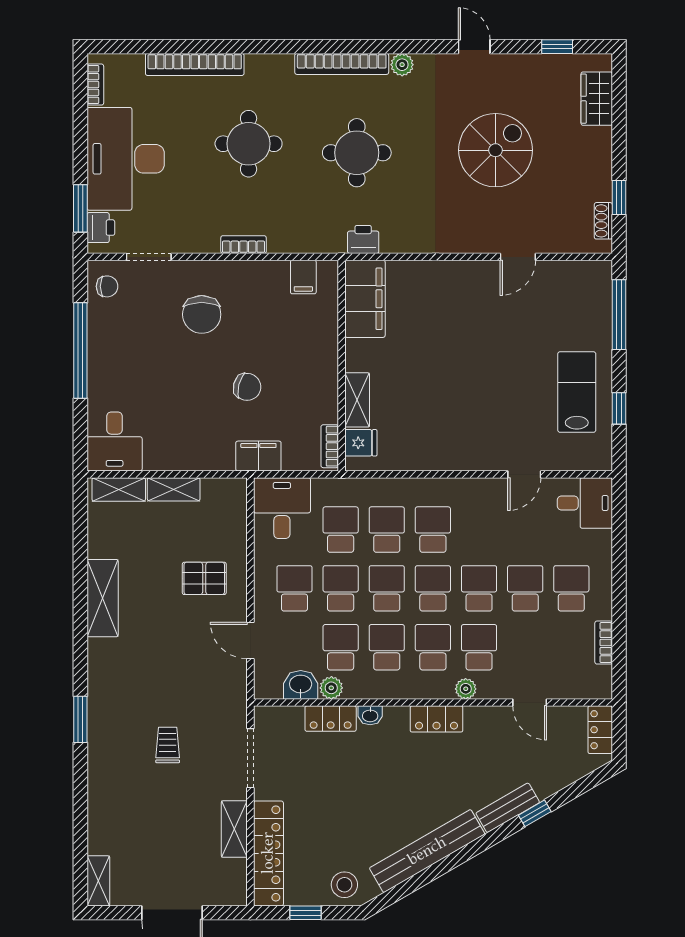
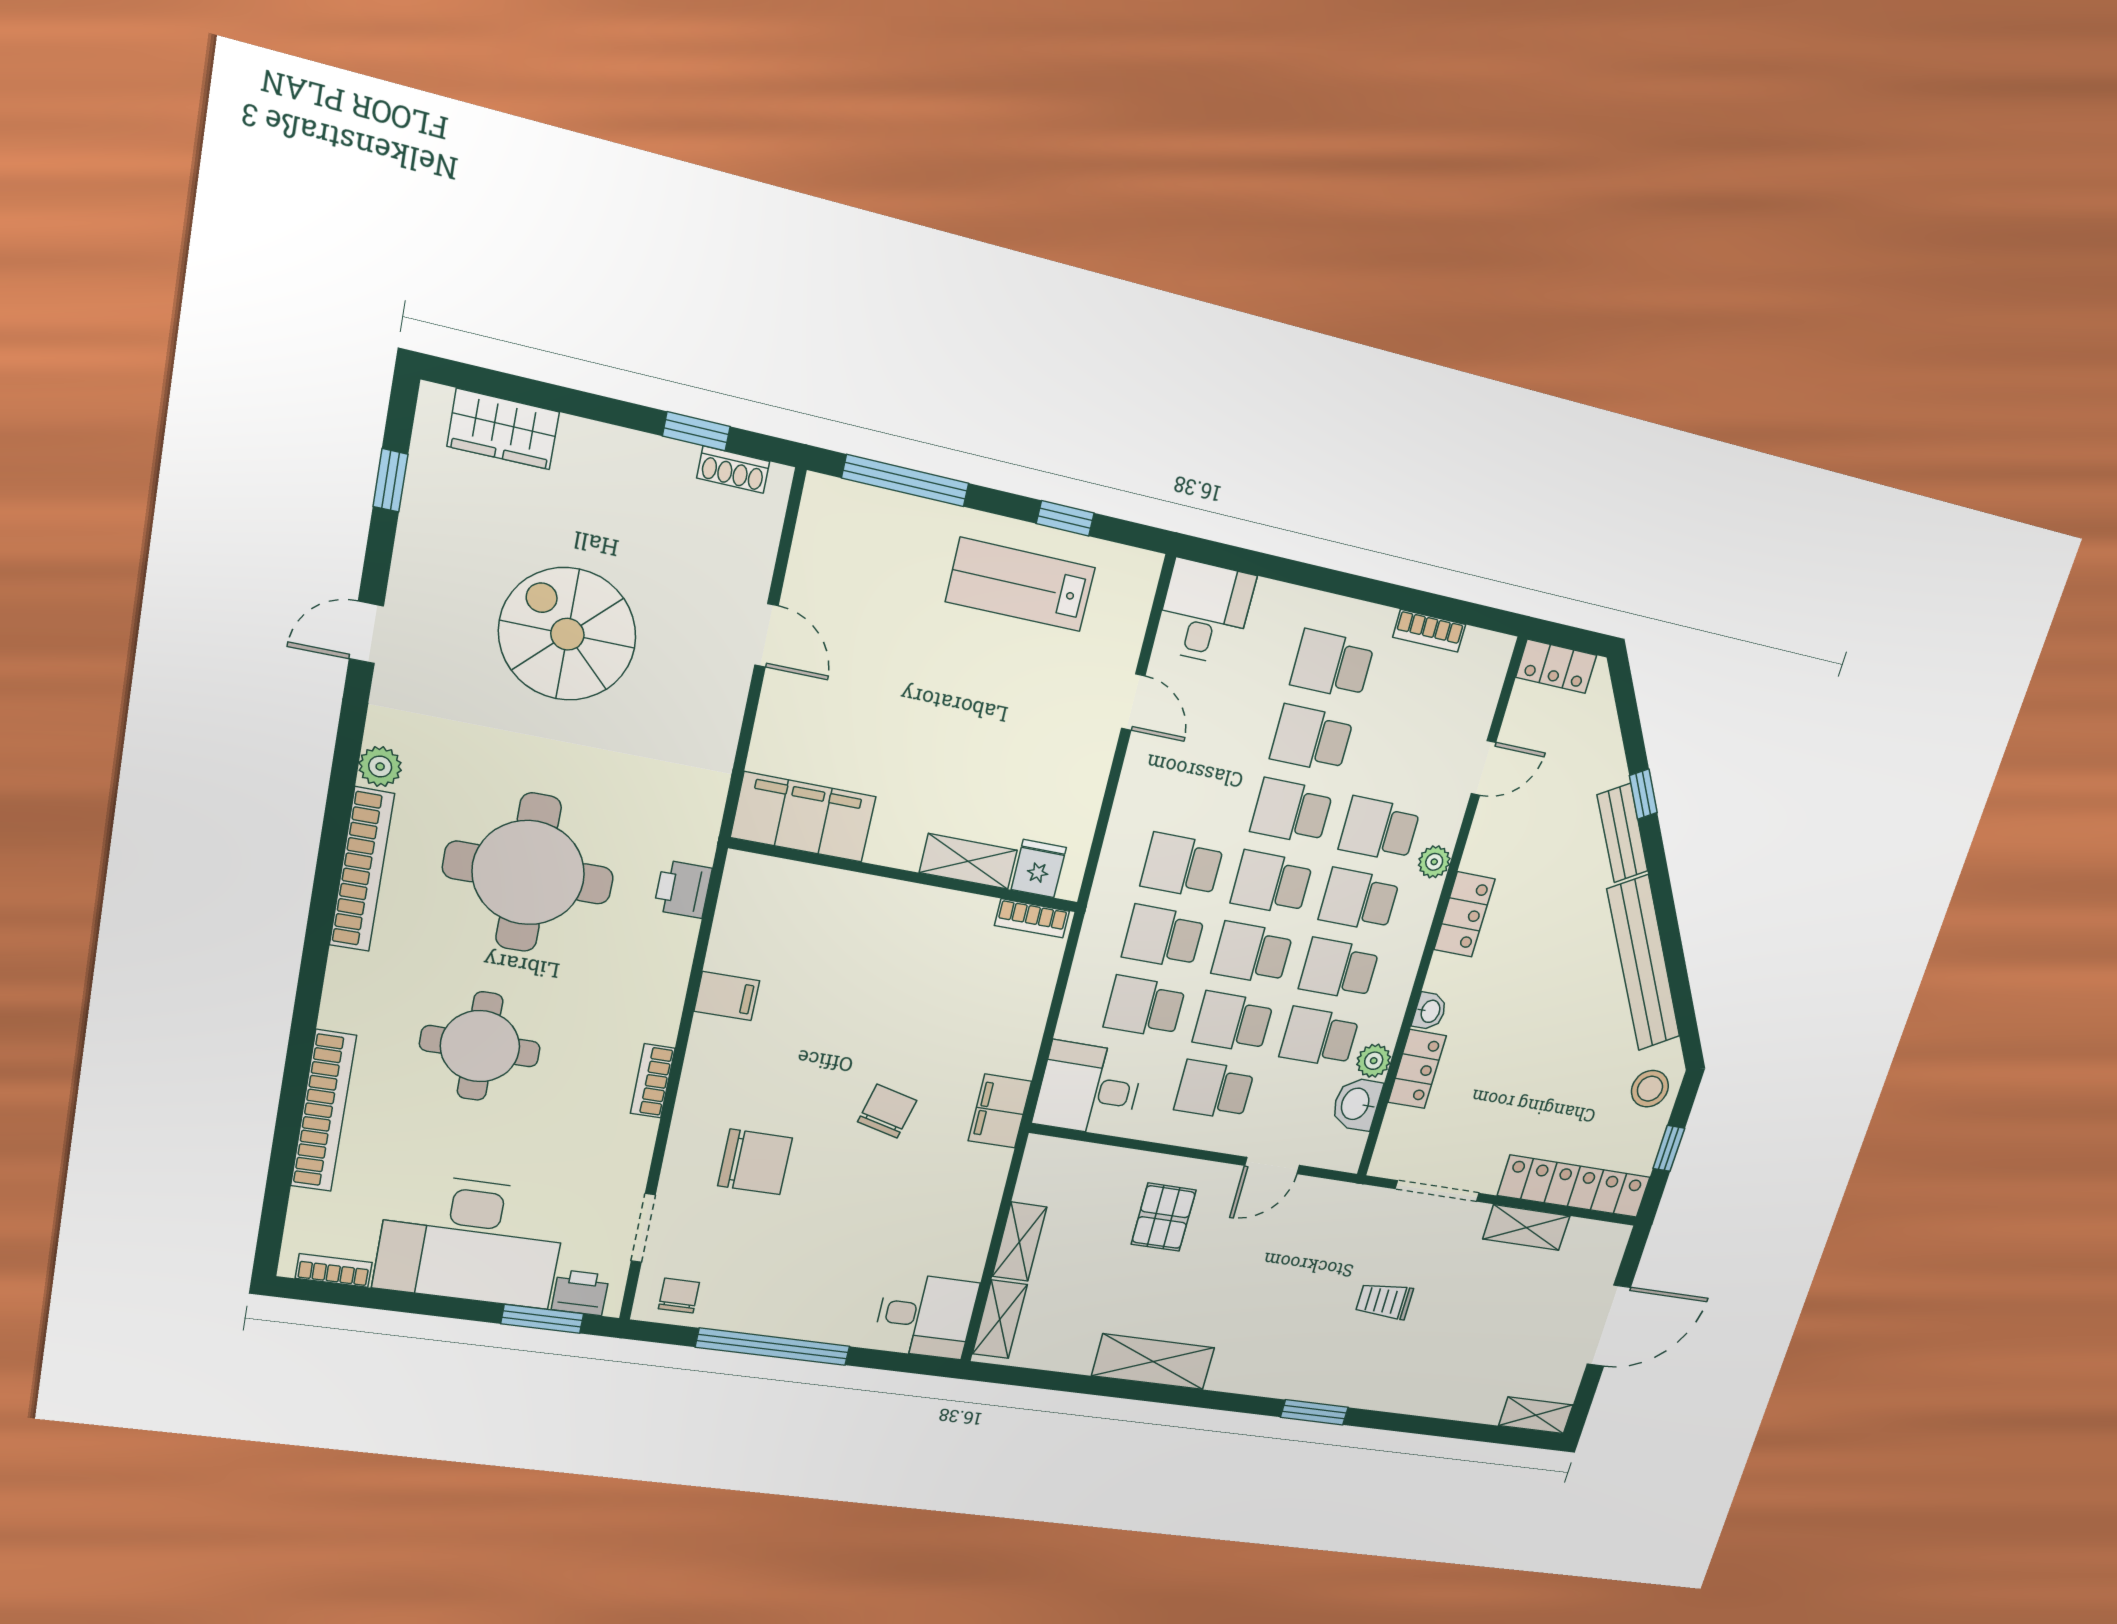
round table: (357, 153) -> (528, 873), width x1.36, depth x1.36
filing cabinet: (365, 299) -> (803, 817), moved
wall: (342, 366) -> (906, 876), moved
shelving: (357, 400) -> (968, 861), moved
fridge: (361, 443) -> (1039, 869), moved
bookcase: (330, 446) -> (1032, 918), moved

